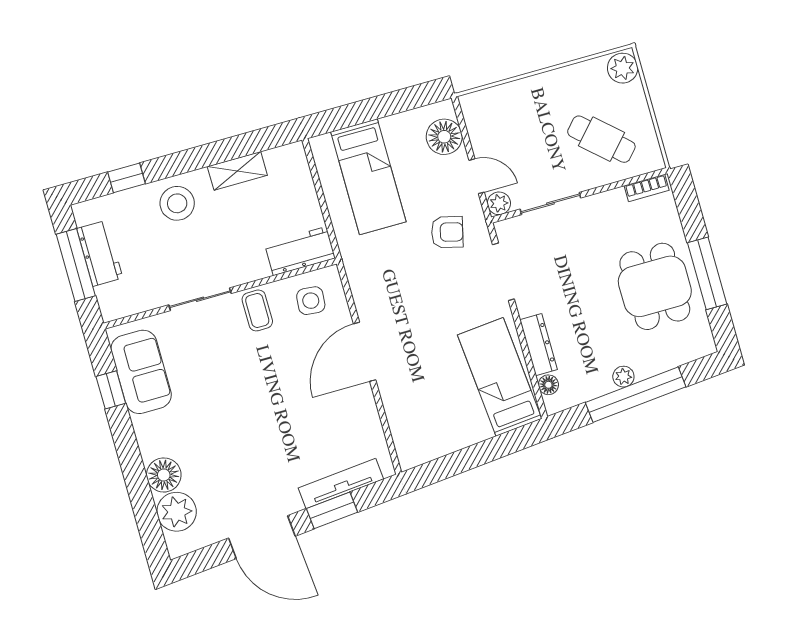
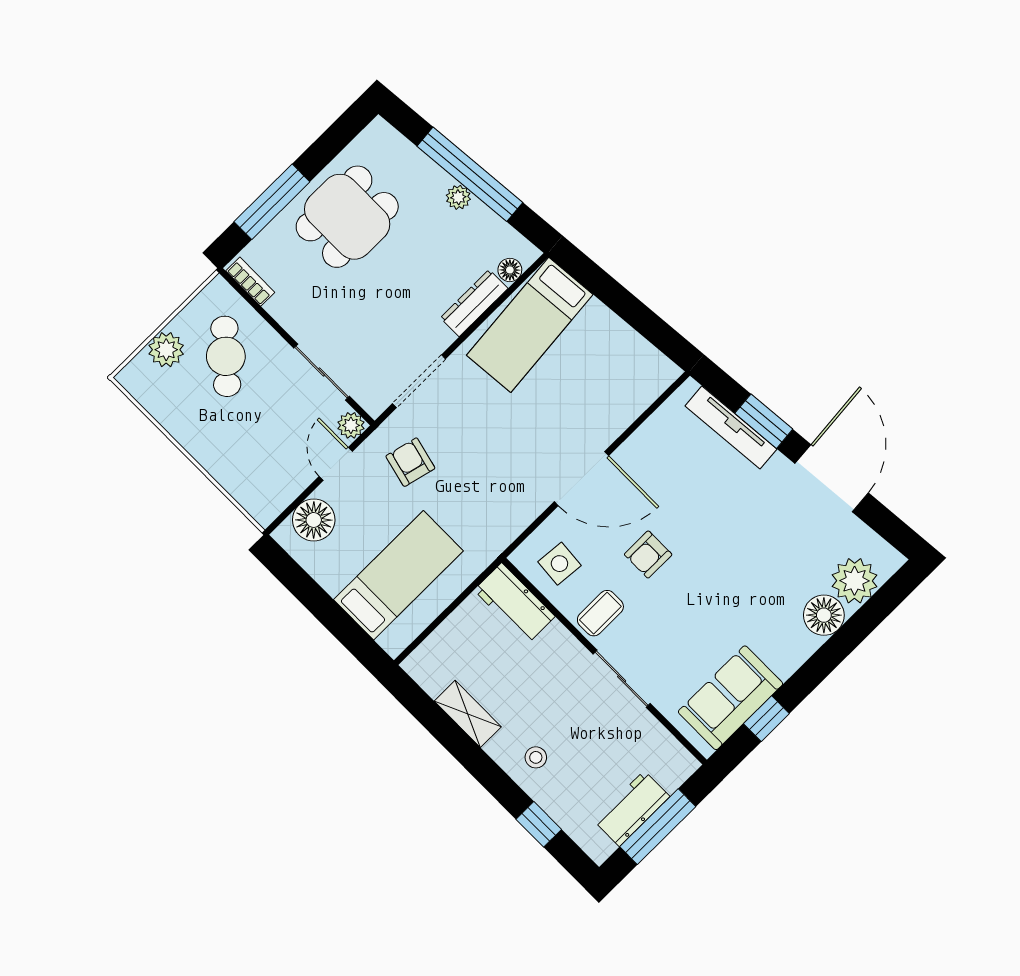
plant: (623, 68) -> (166, 350), moved
stool: (177, 203) -> (536, 757), width x0.53, depth x0.53
window: (707, 273) -> (272, 202), moved
armchair: (281, 370) -> (648, 554), added

